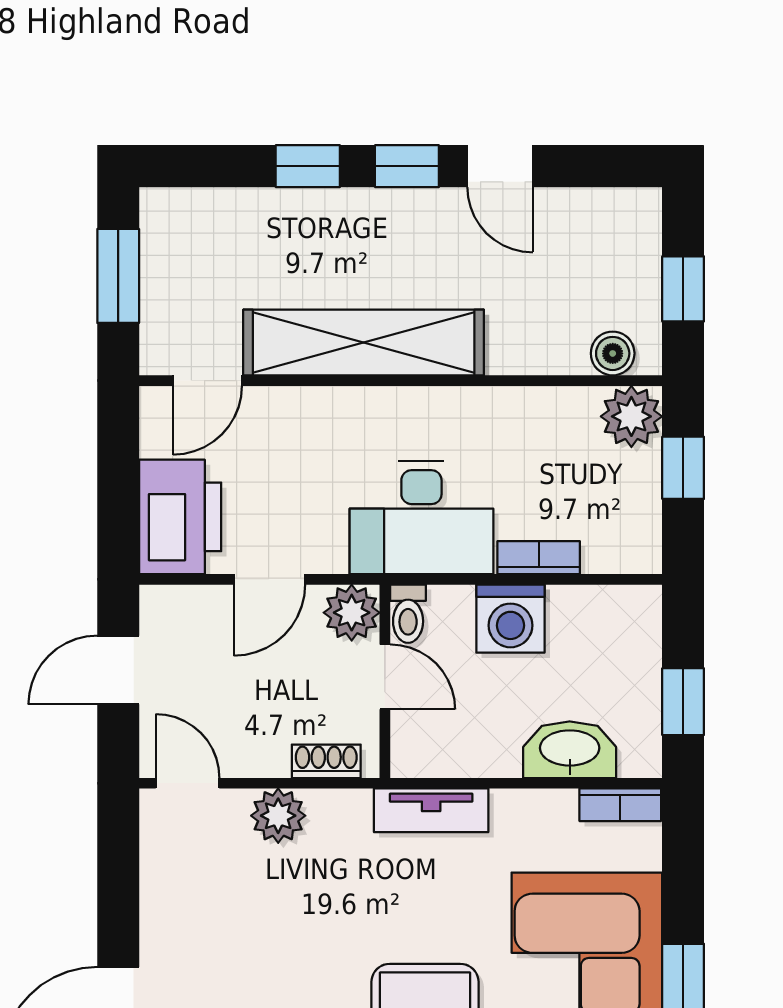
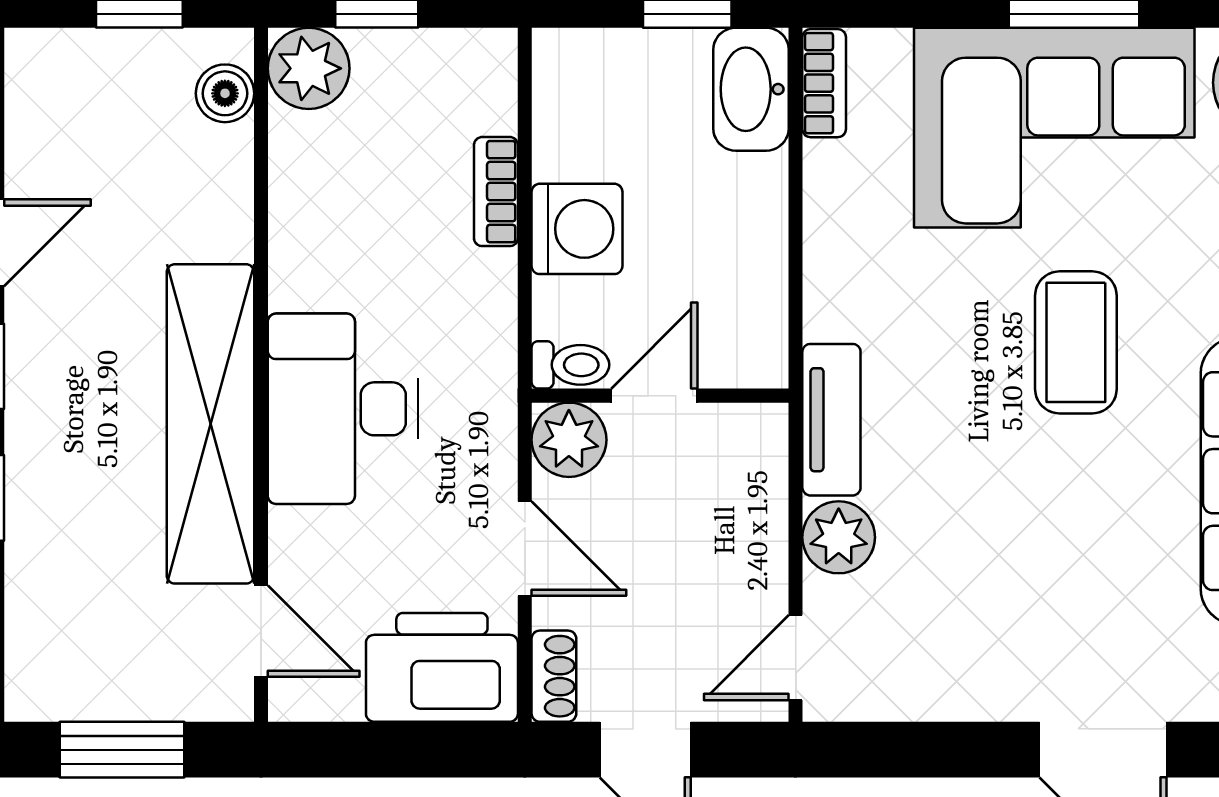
desk: (421, 518) -> (343, 409), moved, turned 180
washbasin: (570, 750) -> (751, 89), moved
shoe rack: (326, 761) -> (554, 676), moved, turned 180
tv unit: (431, 810) -> (831, 420), moved

